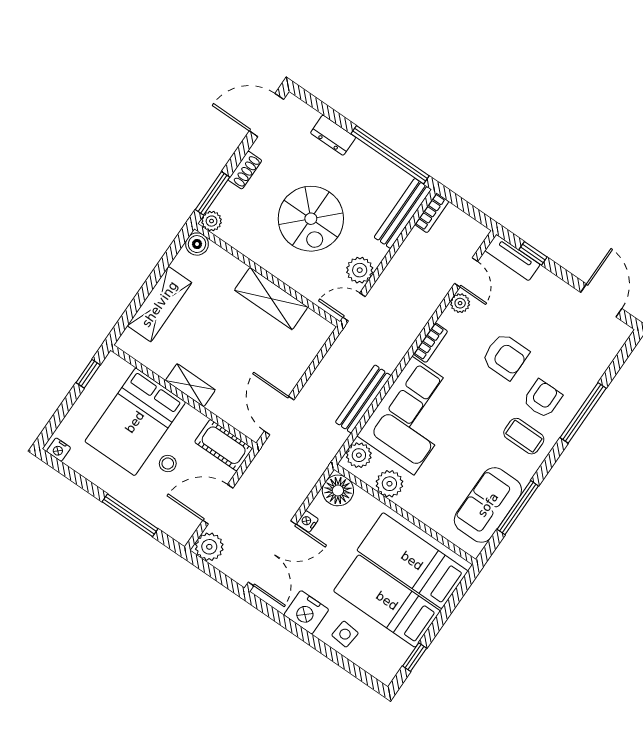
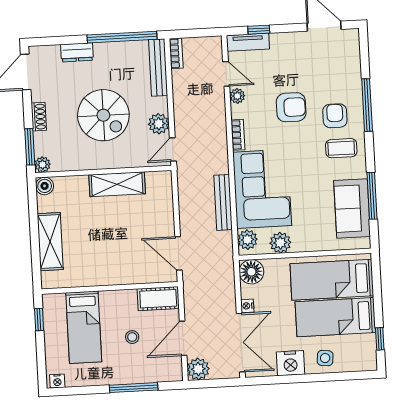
shelving: (190, 385) -> (108, 277), removed
bed: (135, 422) -> (84, 327), width x0.67

